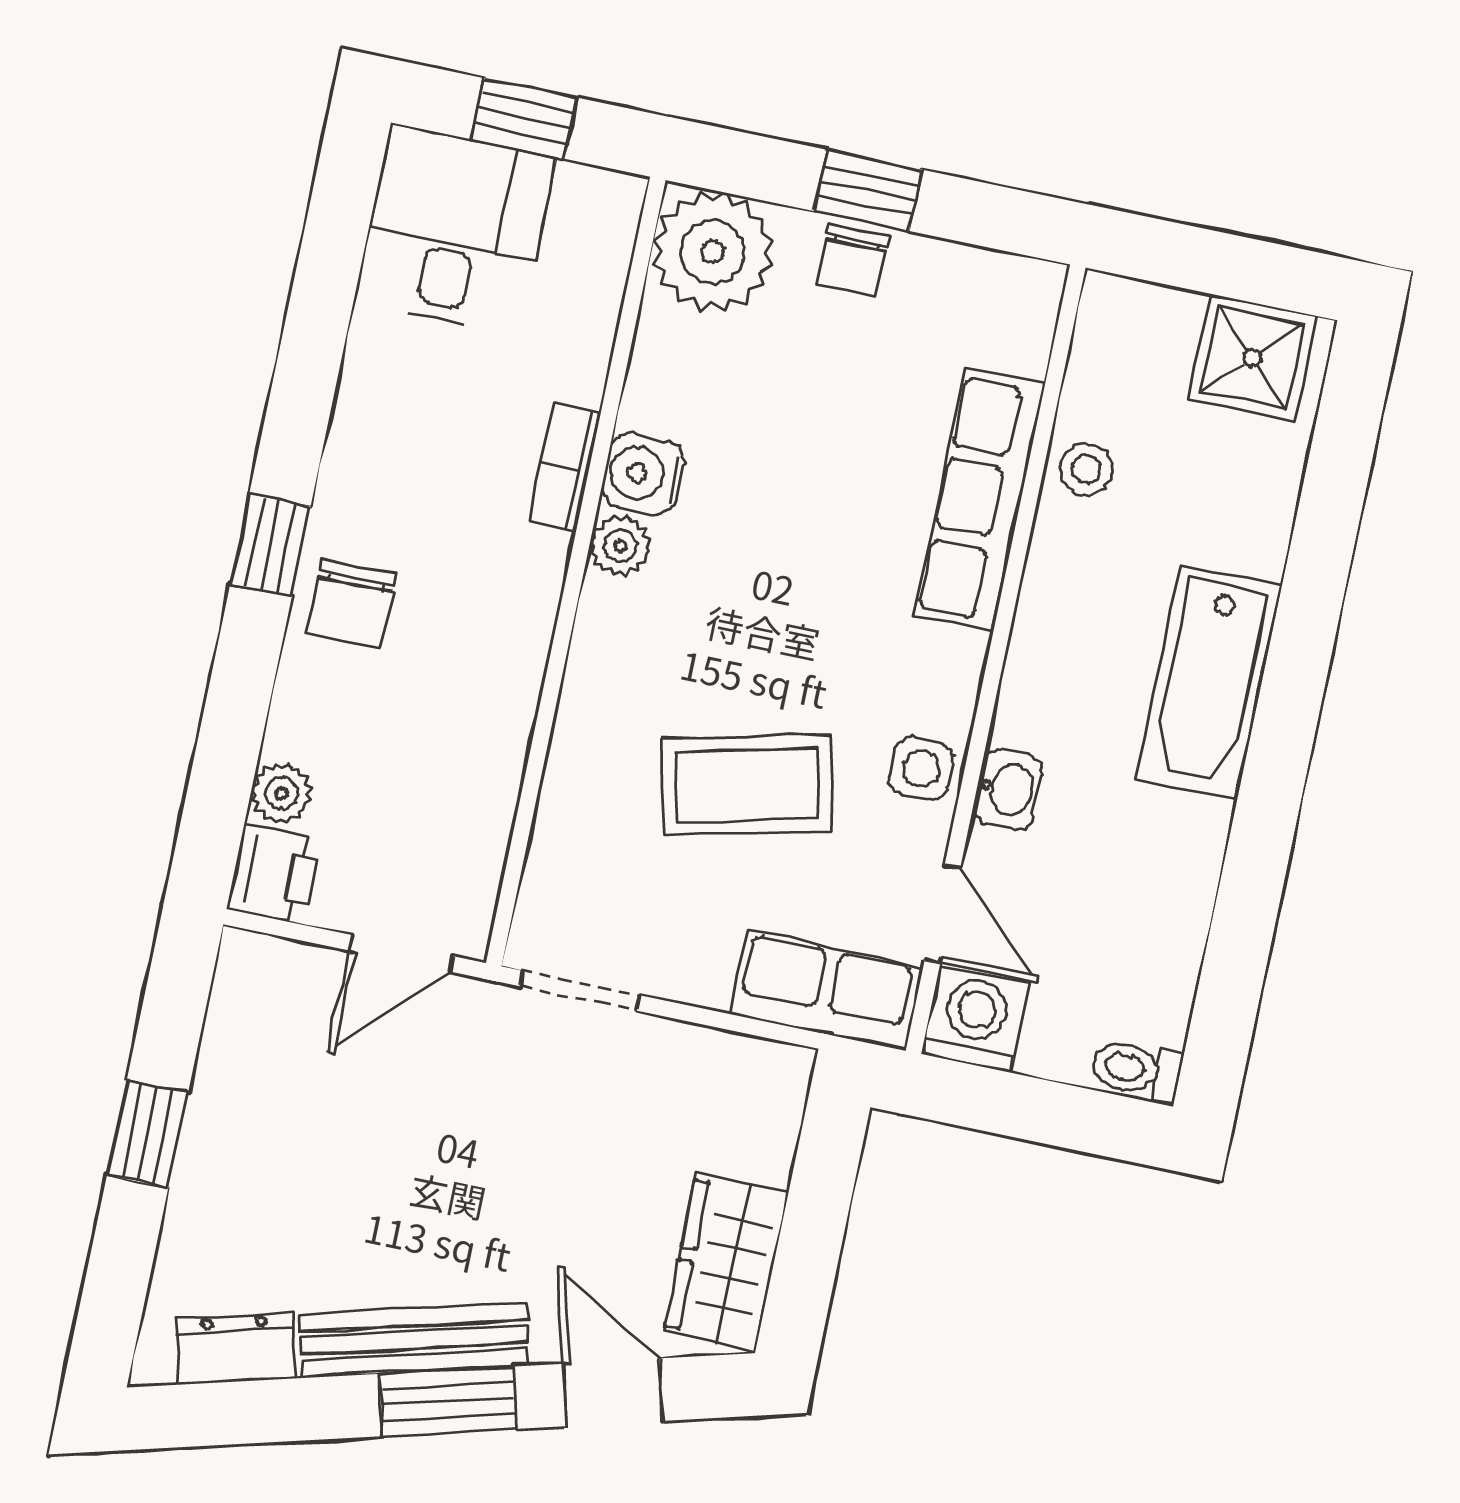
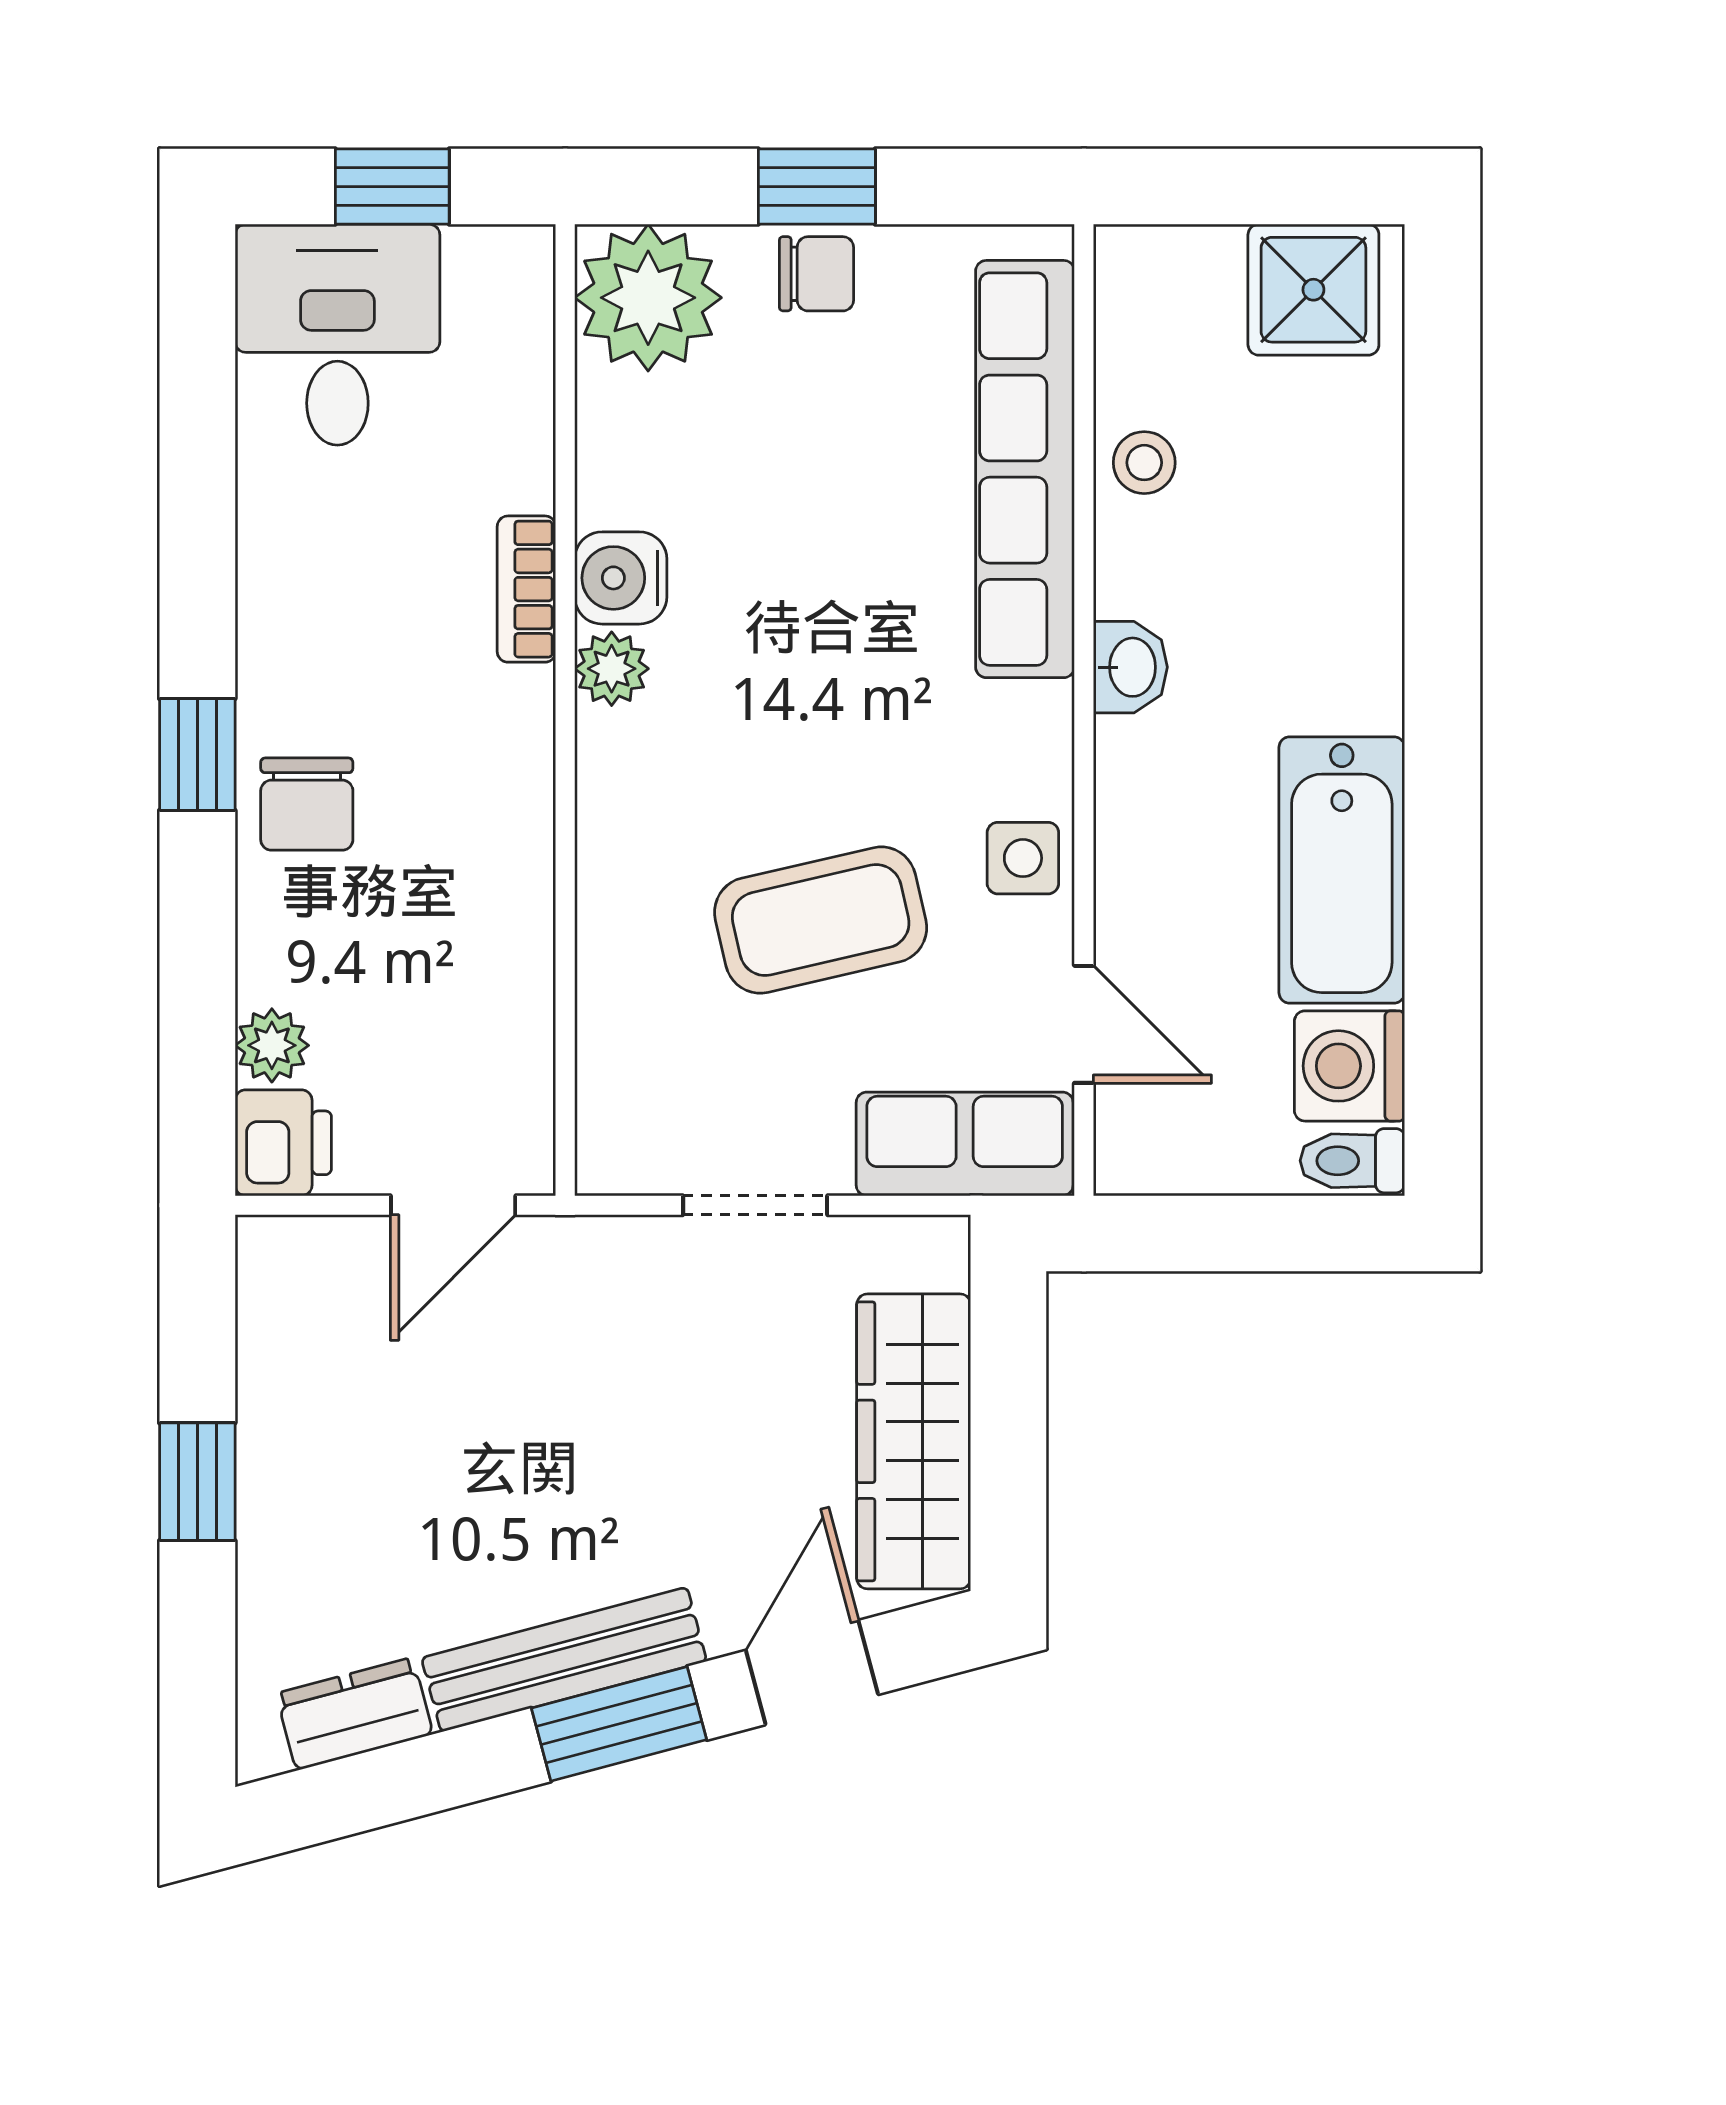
chair: (853, 261) -> (816, 274), turned -90
row of seats: (979, 499) -> (1025, 469), width x1.36
bathtub: (1209, 682) -> (1342, 870), moved
washbasin: (1008, 789) -> (1130, 667), moved
doorway: (580, 991) -> (755, 1205), moved
washing machine: (975, 1019) -> (1349, 1066), moved, turned -90
wardrobe: (726, 1262) -> (914, 1441), width x1.50
door: (613, 1392) -> (812, 1672), hinge flipped

